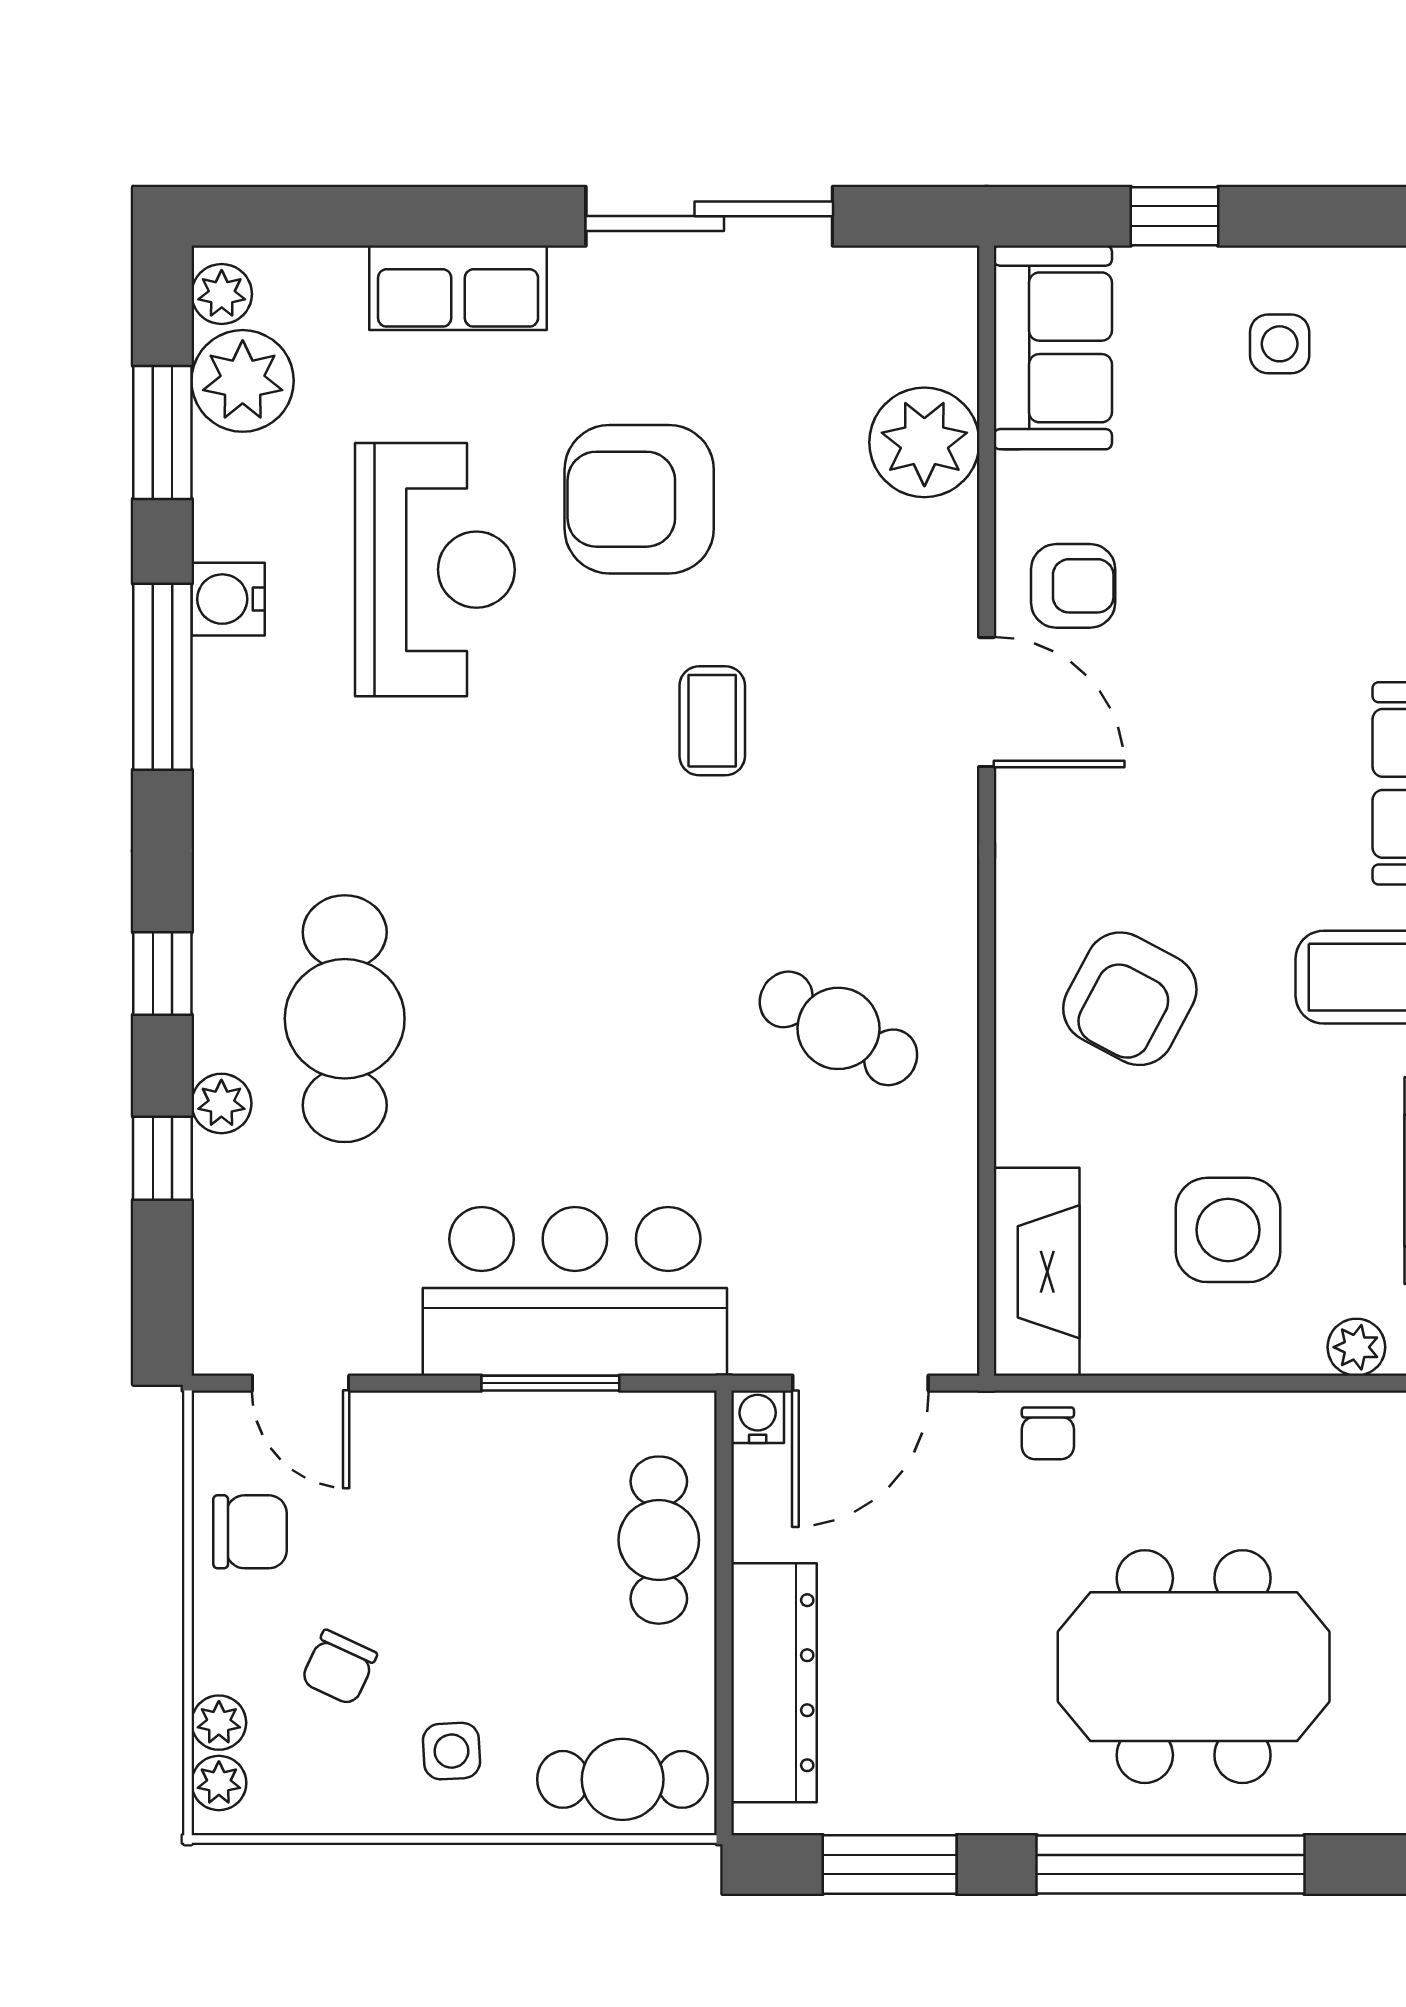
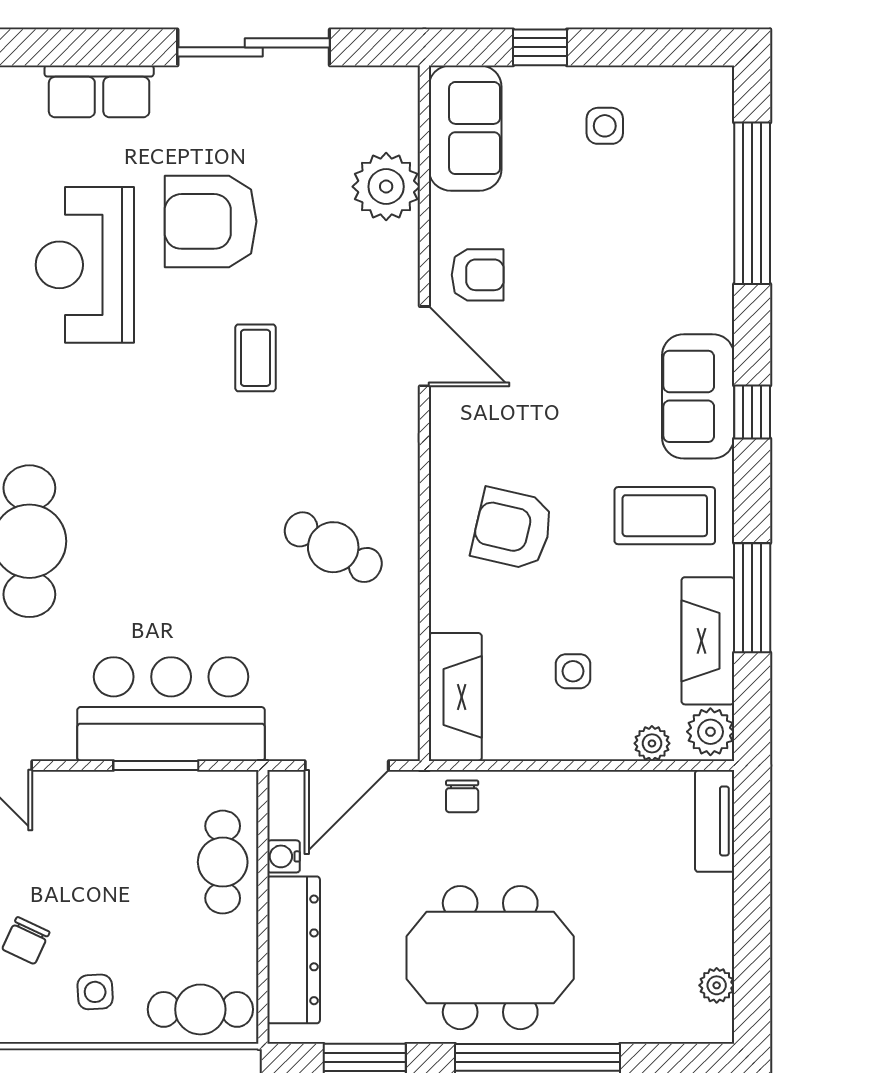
reception desk: (435, 570) -> (85, 265), turned 180
armchair: (1130, 999) -> (513, 529), turned 75
side table: (1228, 1230) -> (573, 671), width x0.54, depth x0.54
water cooler: (758, 1417) -> (283, 856), moved, turned -90
meeting table: (1194, 1667) -> (490, 958), moved

